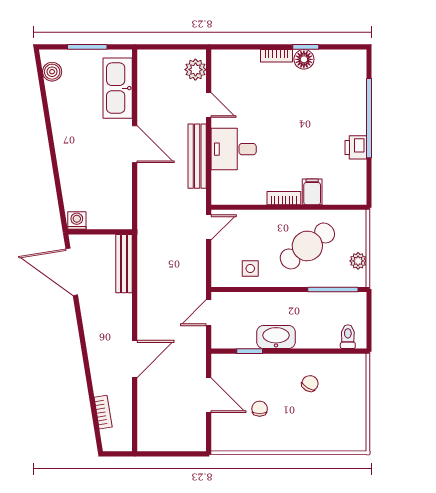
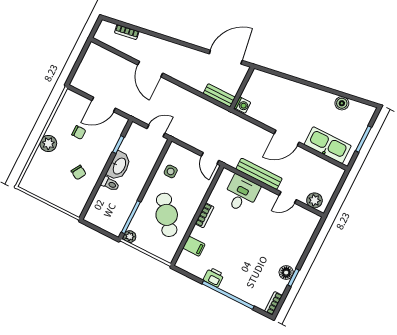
bookcase: (277, 56) -> (273, 303), moved
boiler: (52, 72) -> (342, 103), moved
desk: (234, 149) -> (241, 194), moved
filing cabinet: (312, 192) -> (194, 246), moved
washing machine: (77, 221) -> (242, 105), moved
plant: (358, 261) -> (130, 237), moved
bench: (124, 264) -> (219, 95), width x0.73
door: (209, 313) -> (156, 131), hinge flipped
toilet: (348, 337) -> (110, 184), moved
plant: (293, 440) -> (48, 143), added

